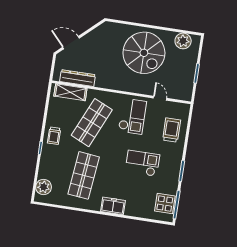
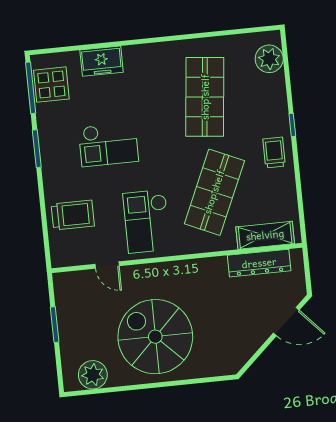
trolley: (172, 130) -> (73, 215), turned -90
freezer: (113, 206) -> (102, 61), moved

